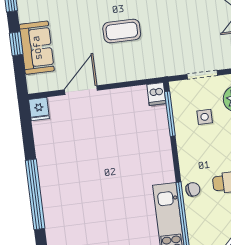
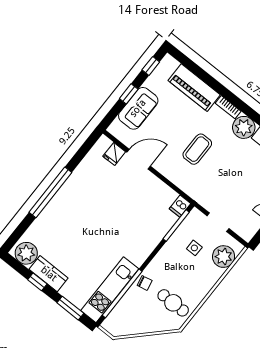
coffee table: (122, 31) -> (197, 149), turned 90
fridge: (39, 109) -> (114, 154), moved

